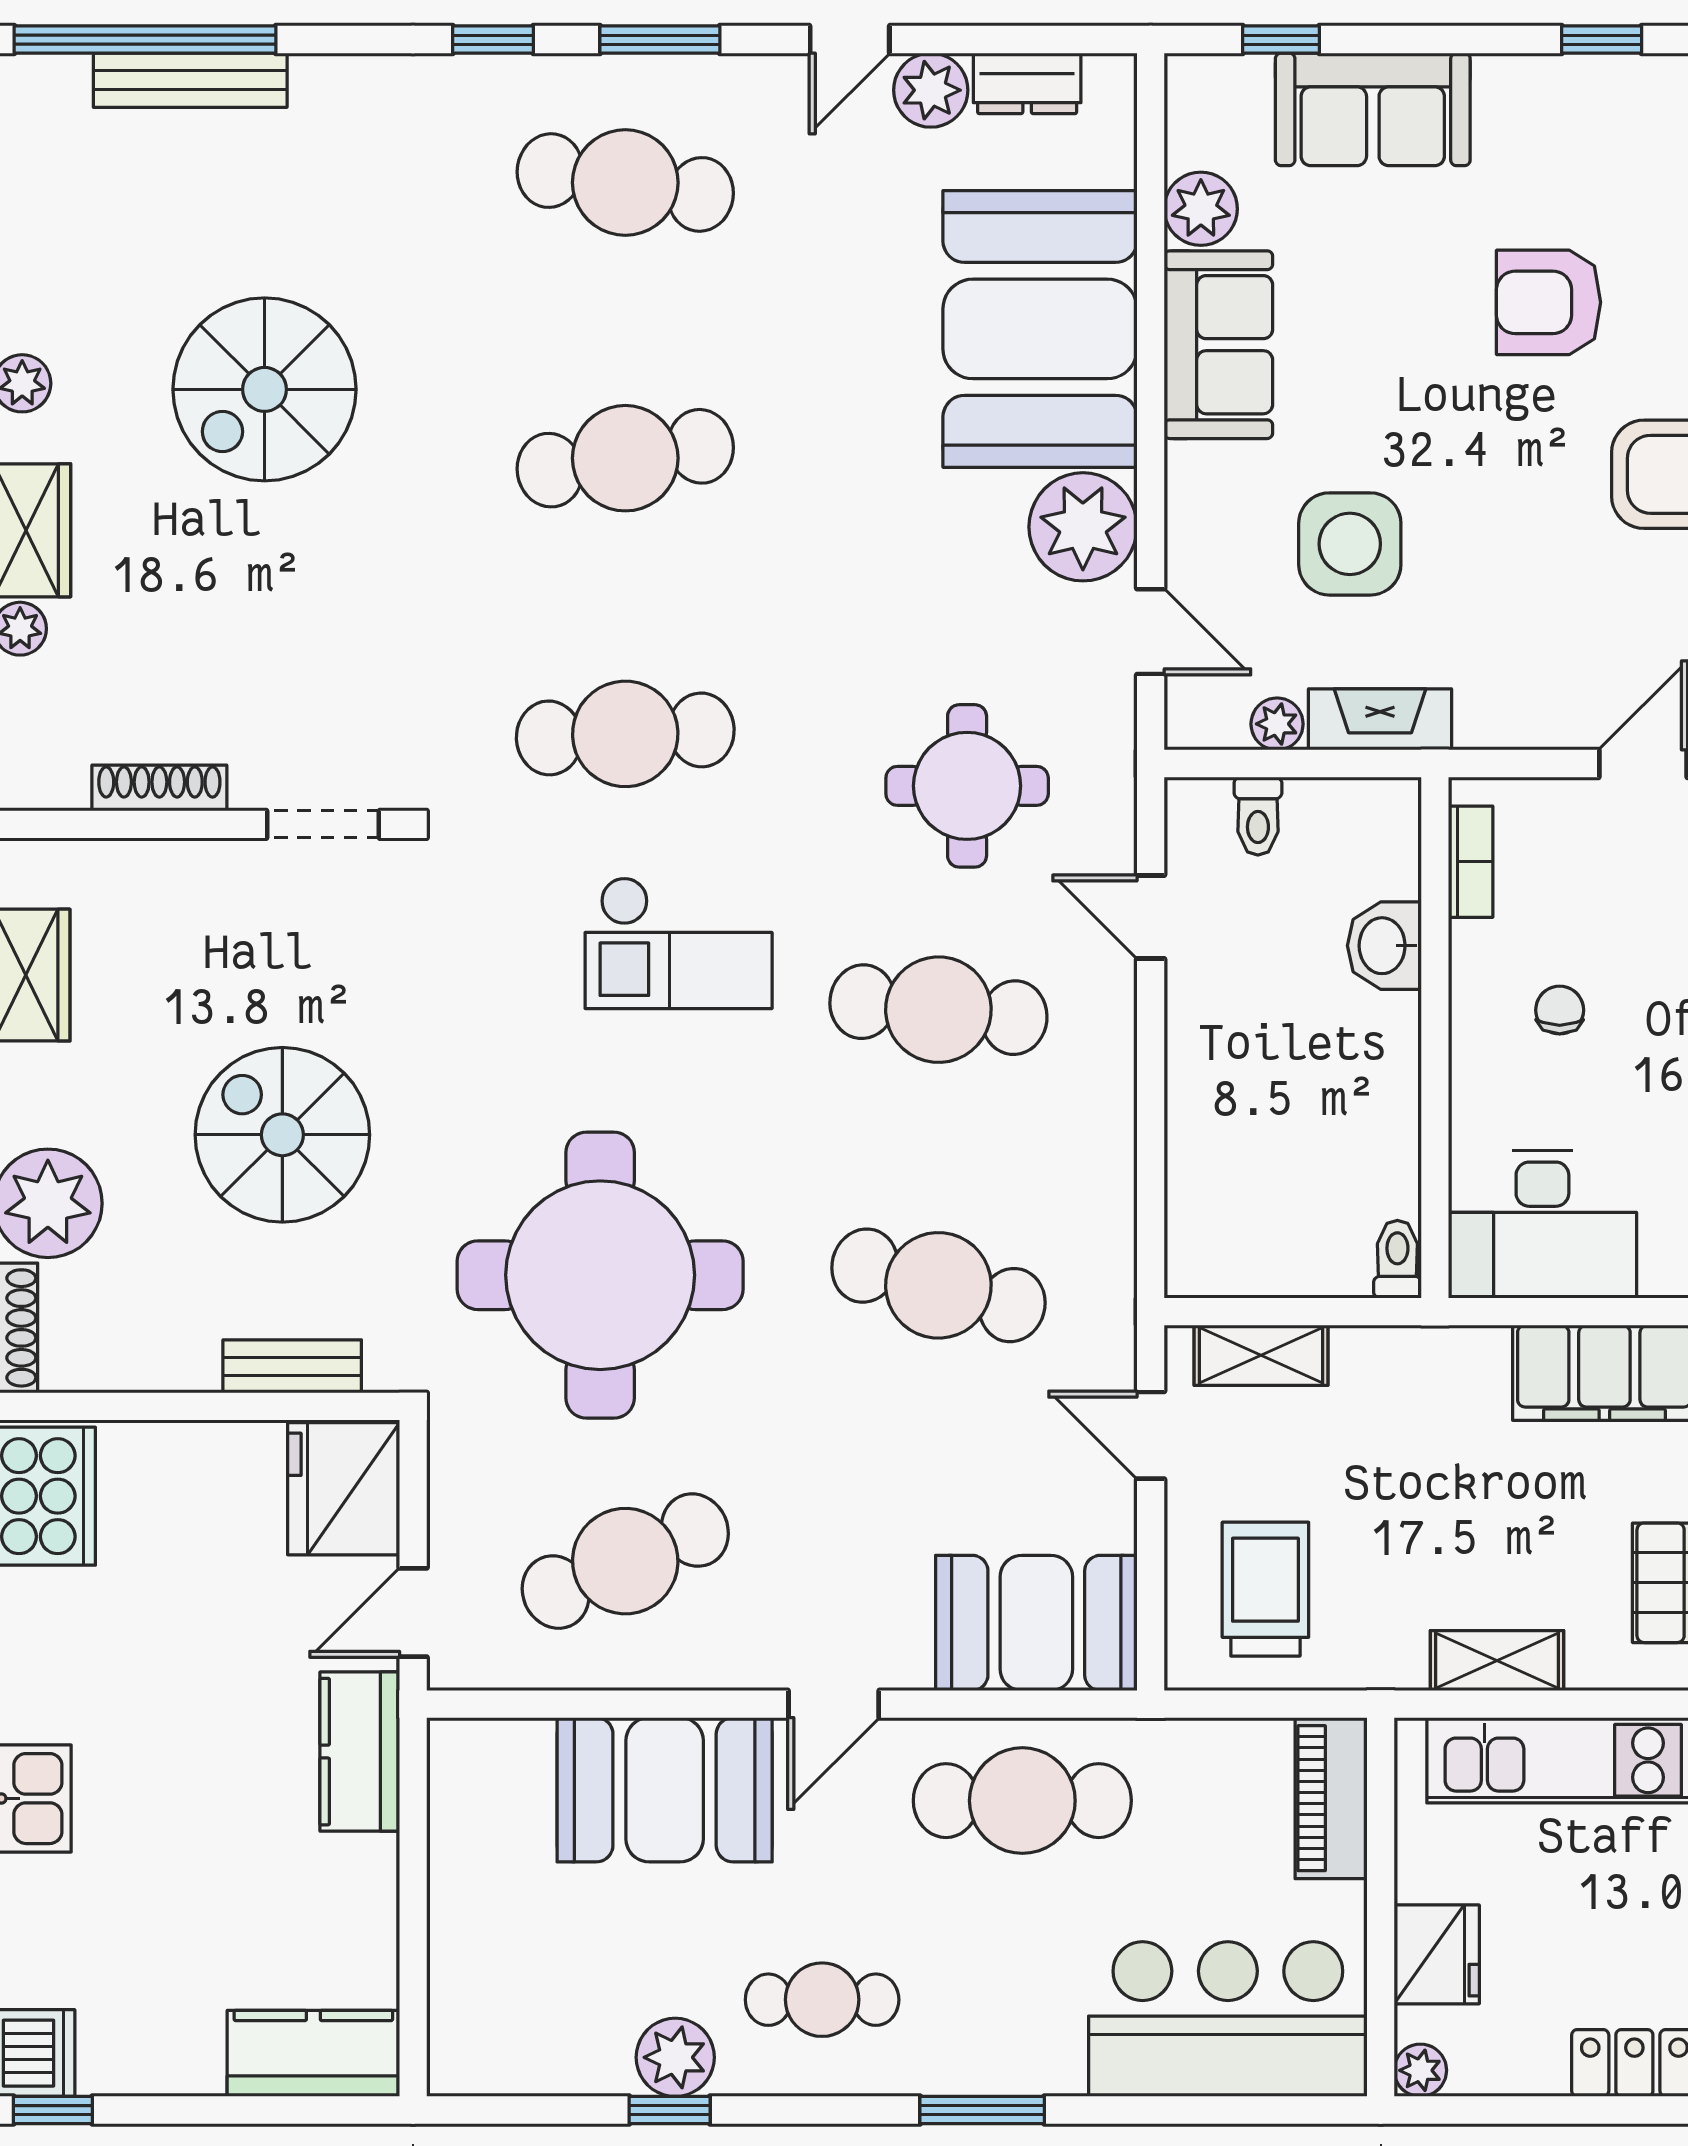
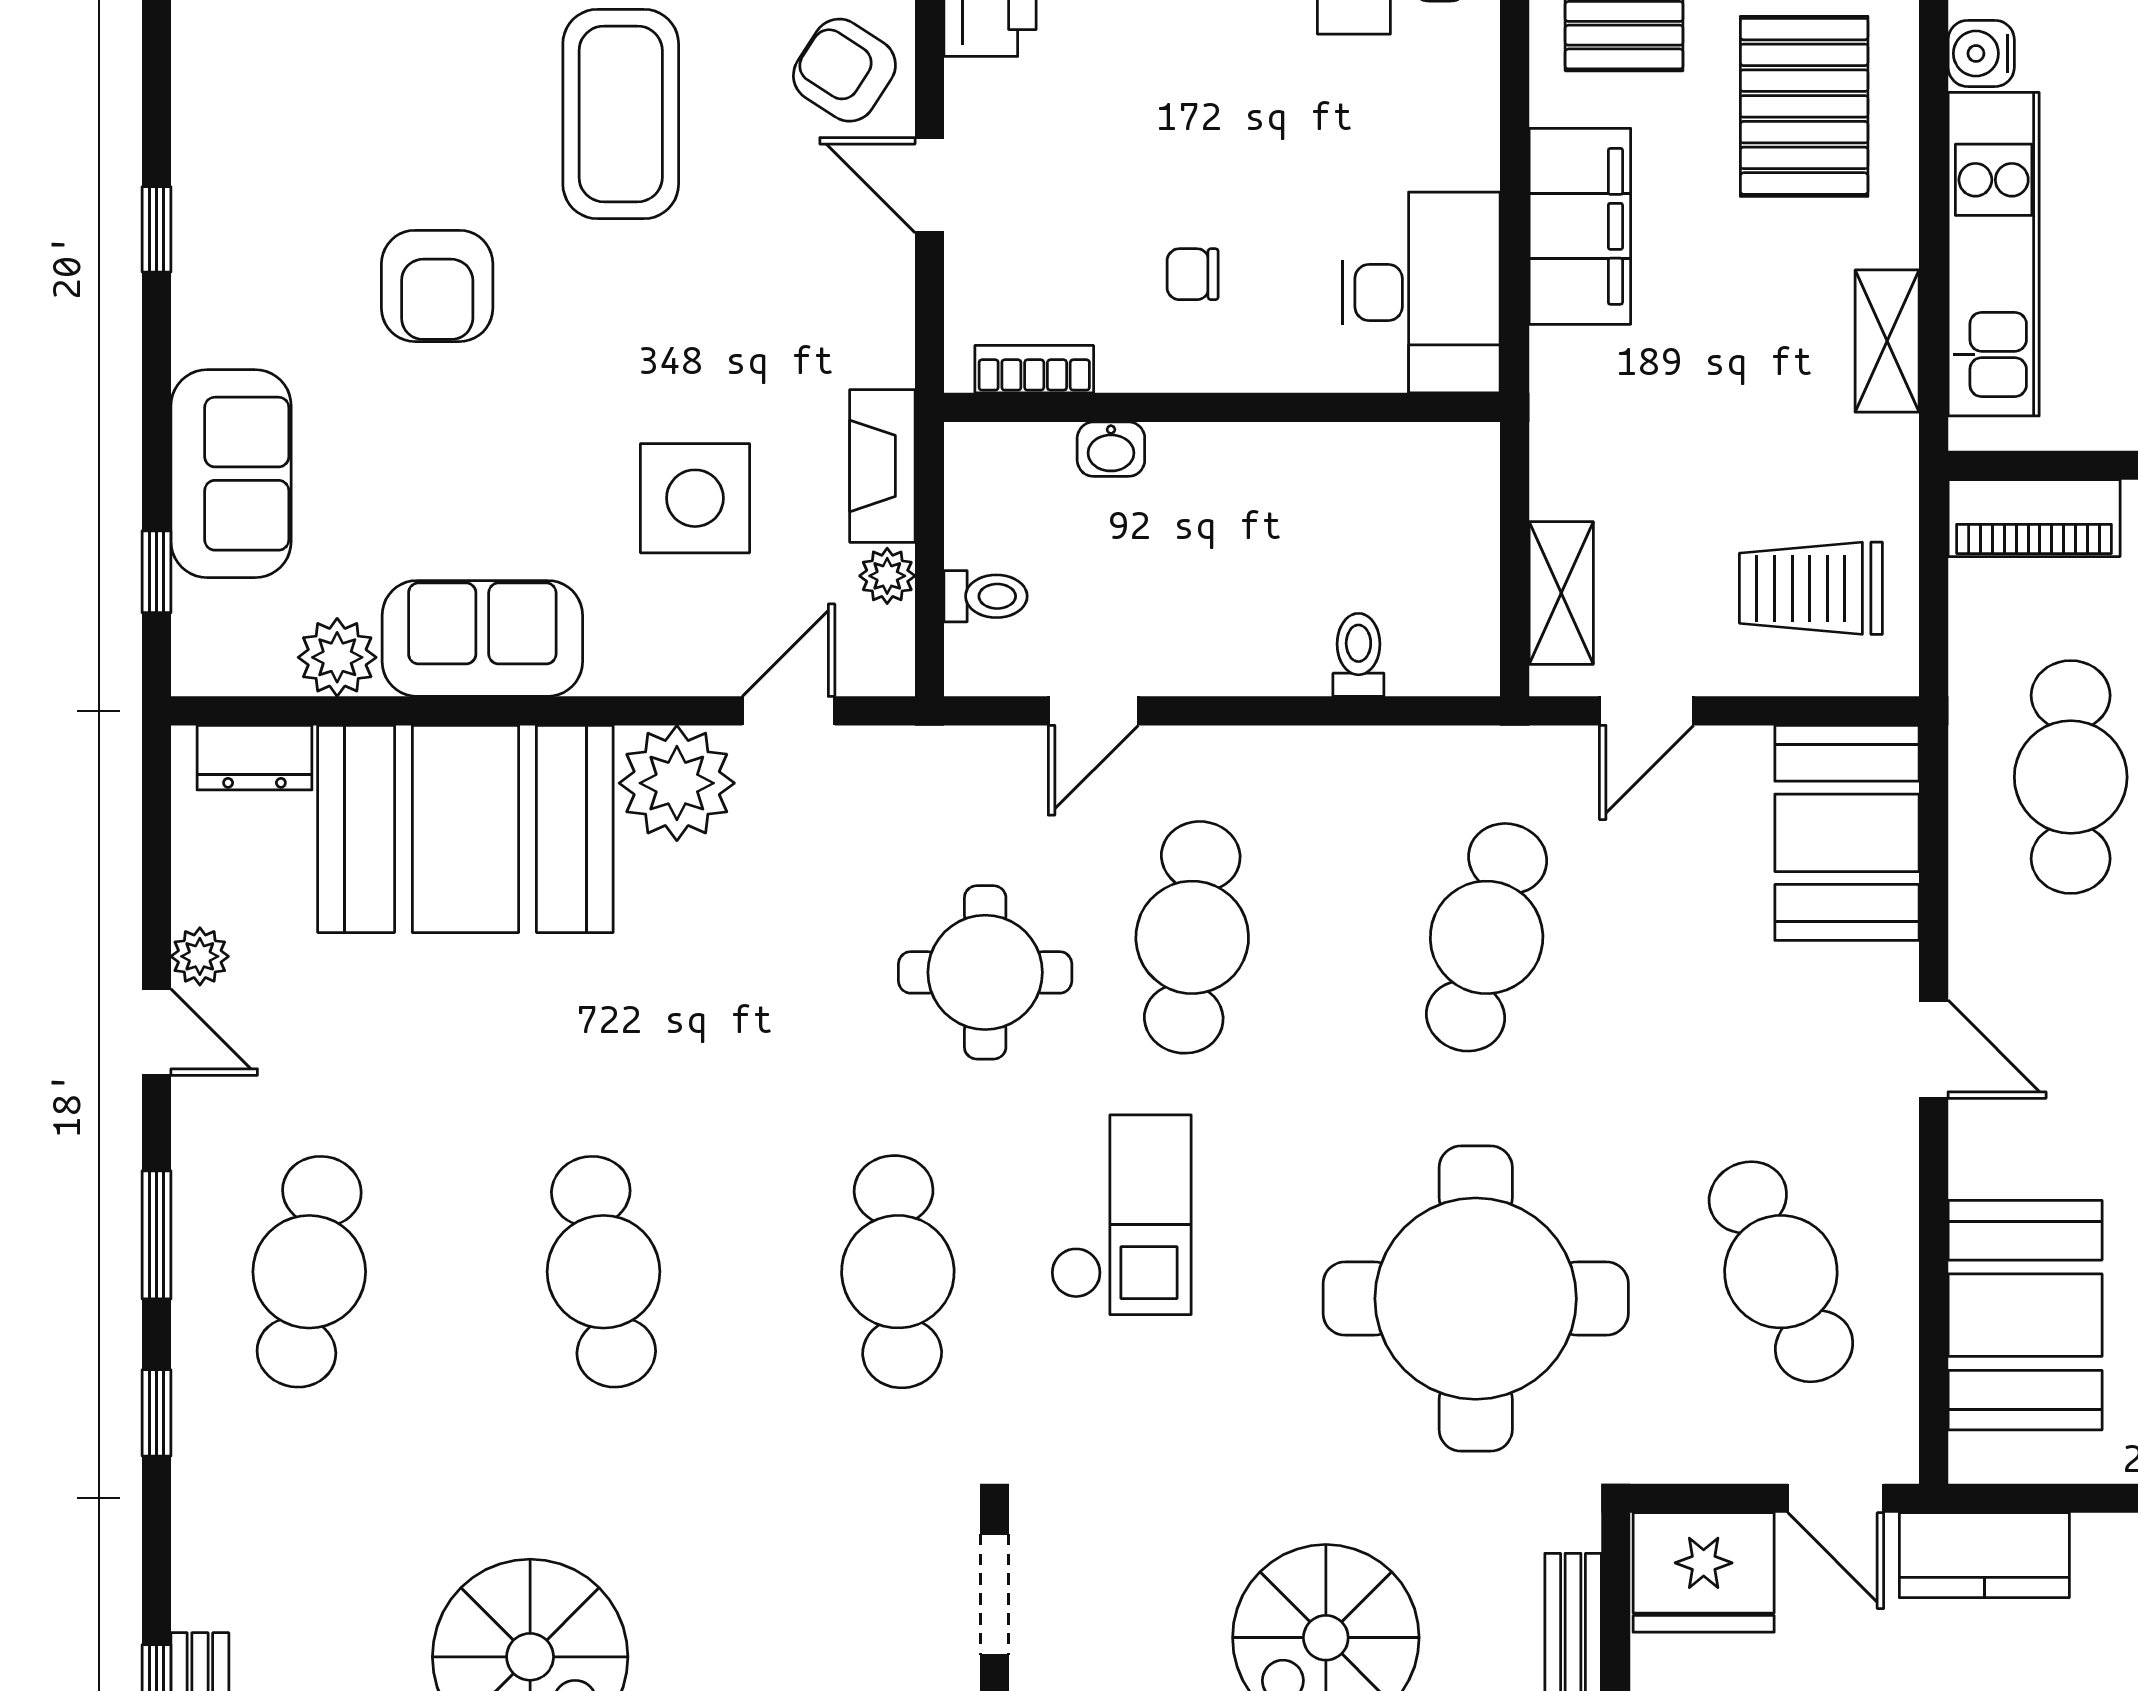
dresser: (1027, 83) -> (254, 758), moved, turned 90
plant: (931, 90) -> (200, 956), width x0.73, depth x0.73
round table: (967, 786) -> (985, 972), moved
washbasin: (1384, 946) -> (1111, 449), width x0.72, depth x0.69
toilet: (1397, 1259) -> (1358, 655), moved, turned 90
booth: (665, 1790) -> (2025, 1315), moved
cafe table: (1022, 1801) -> (2071, 777), moved

